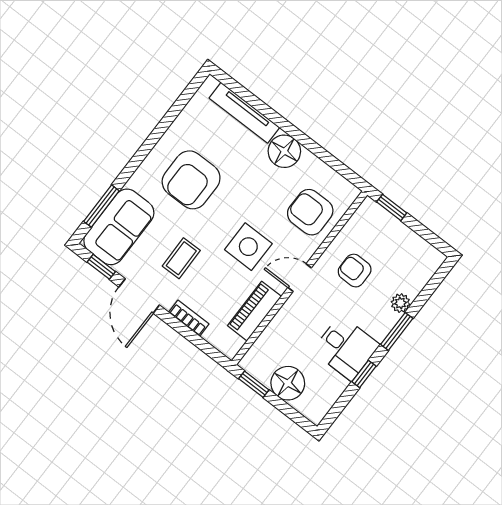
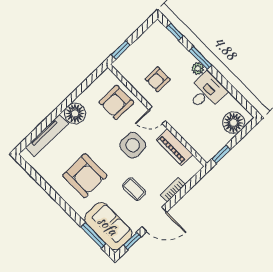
door: (300, 278) -> (157, 115), hinge flipped
plant: (400, 303) -> (198, 69), moved
window: (364, 374) -> (175, 32), moved
floor lamp: (288, 383) -> (234, 123), moved

